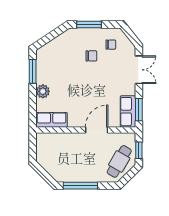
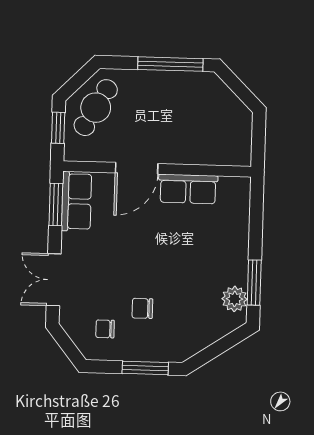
plant: (43, 91) -> (235, 299), moved
row of seats: (52, 120) -> (188, 189), moved

